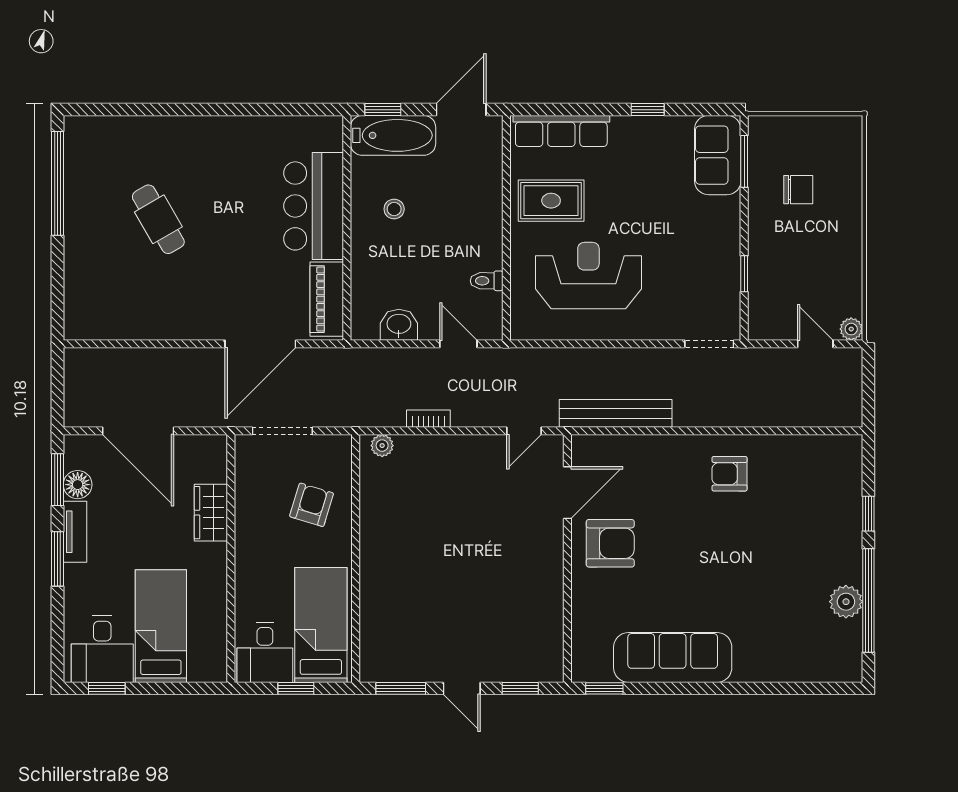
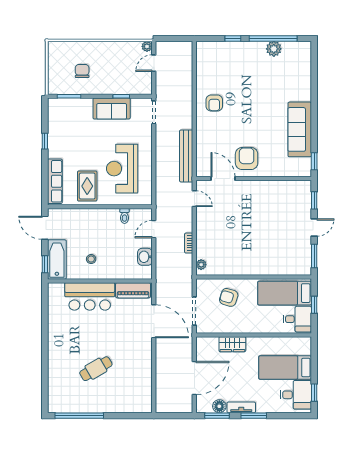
sofa: (718, 155) -> (112, 108), moved

